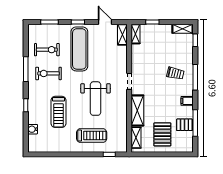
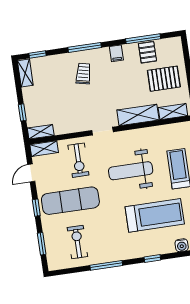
exercise bike: (49, 73) -> (78, 160), moved
weight bench: (95, 99) -> (131, 171), turned 180
treadmill: (58, 112) -> (155, 215), width x1.37, depth x1.38

